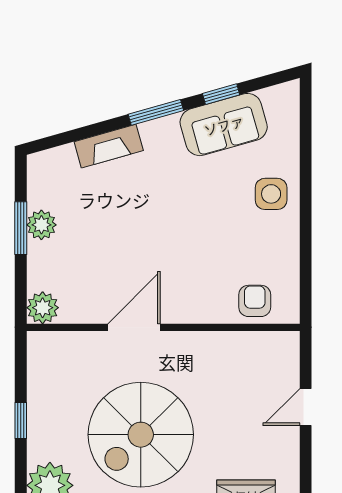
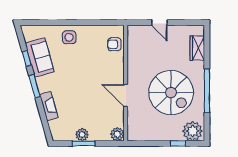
window: (21, 421) -> (178, 143), moved

